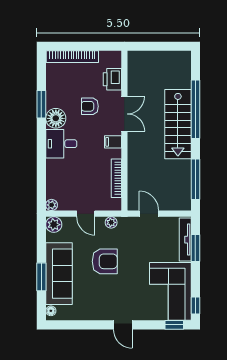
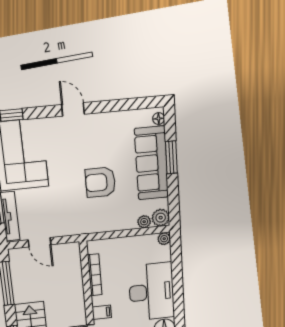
desk: (61, 144) -> (152, 292), width x1.87, depth x1.30
door: (86, 214) -> (126, 233), removed
door: (149, 214) -> (40, 242), moved
plant: (111, 222) -> (144, 222), moved

